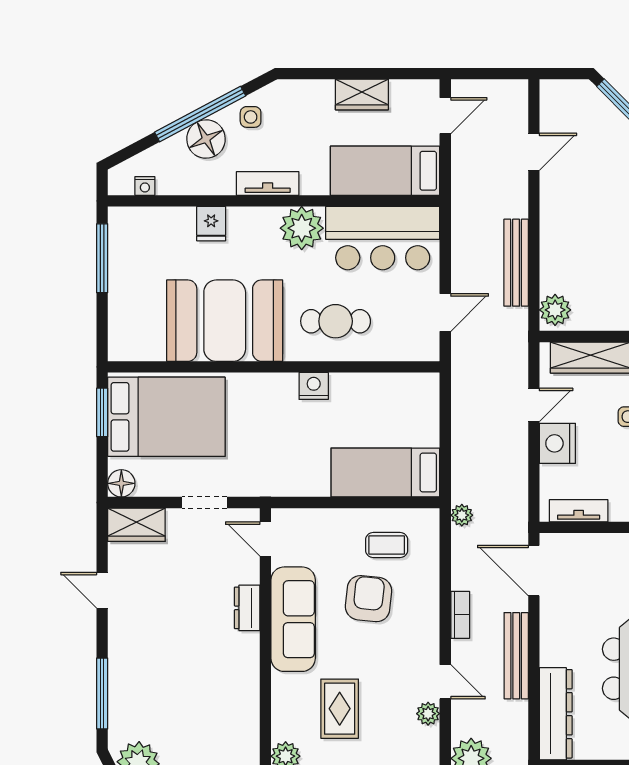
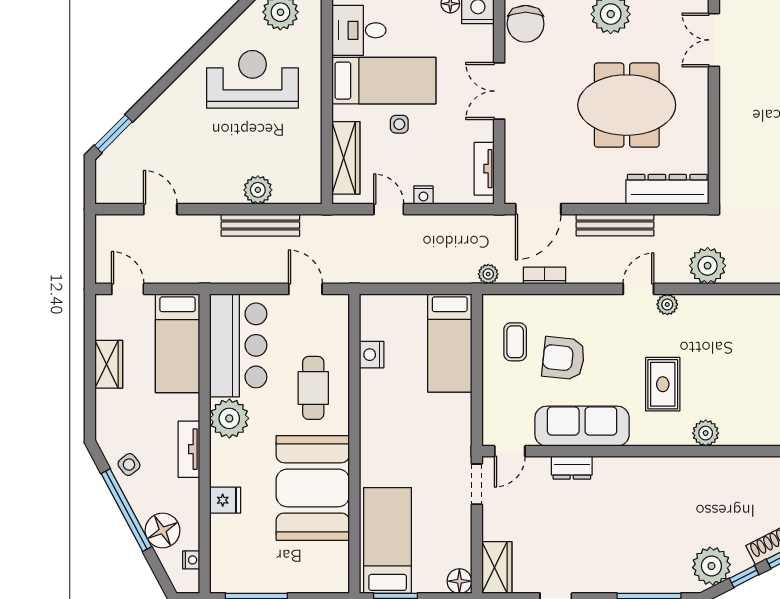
side table: (251, 117) -> (129, 465), turned -38
floor lamp: (206, 139) -> (163, 530), moved
plant: (555, 310) -> (258, 190), moved
nightstand: (314, 386) -> (372, 355), moved
bed: (166, 417) -> (388, 541), width x0.67
nightstand: (557, 443) -> (423, 195), width x0.53, depth x0.56
doorway: (204, 503) -> (477, 484), moved
bookcase: (460, 615) -> (545, 275), moved
rug: (340, 709) -> (663, 384), turned 90

